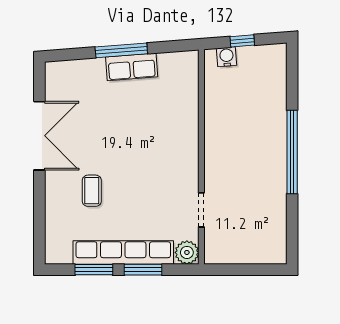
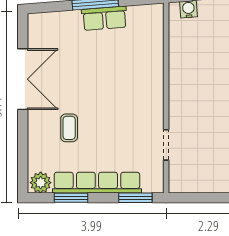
plant: (187, 252) -> (41, 183), moved
window: (143, 270) -> (135, 198), moved

